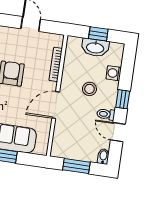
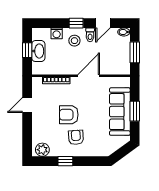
stool: (89, 89) -> (74, 41), moved
door: (56, 105) -> (89, 76), swing flipped

